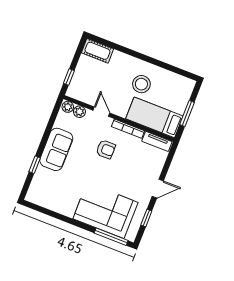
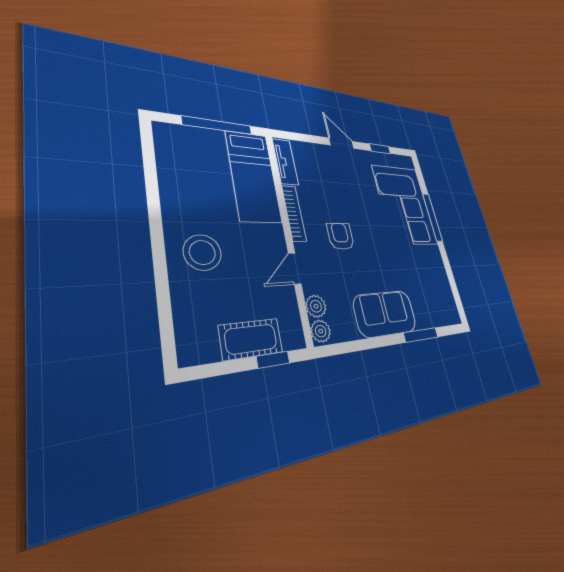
cot: (97, 51) -> (251, 339), moved, turned 90
stool: (141, 84) -> (202, 252), moved
window: (187, 114) -> (218, 125), width x1.44
window: (35, 165) -> (421, 335), width x1.50
window: (111, 237) -> (432, 217), moved

